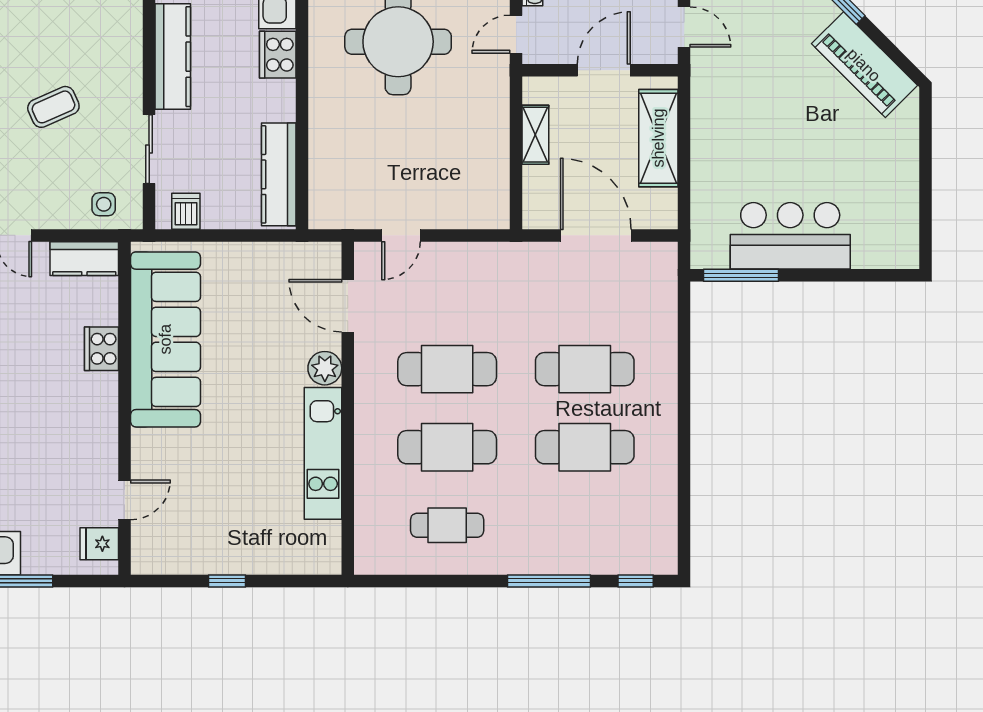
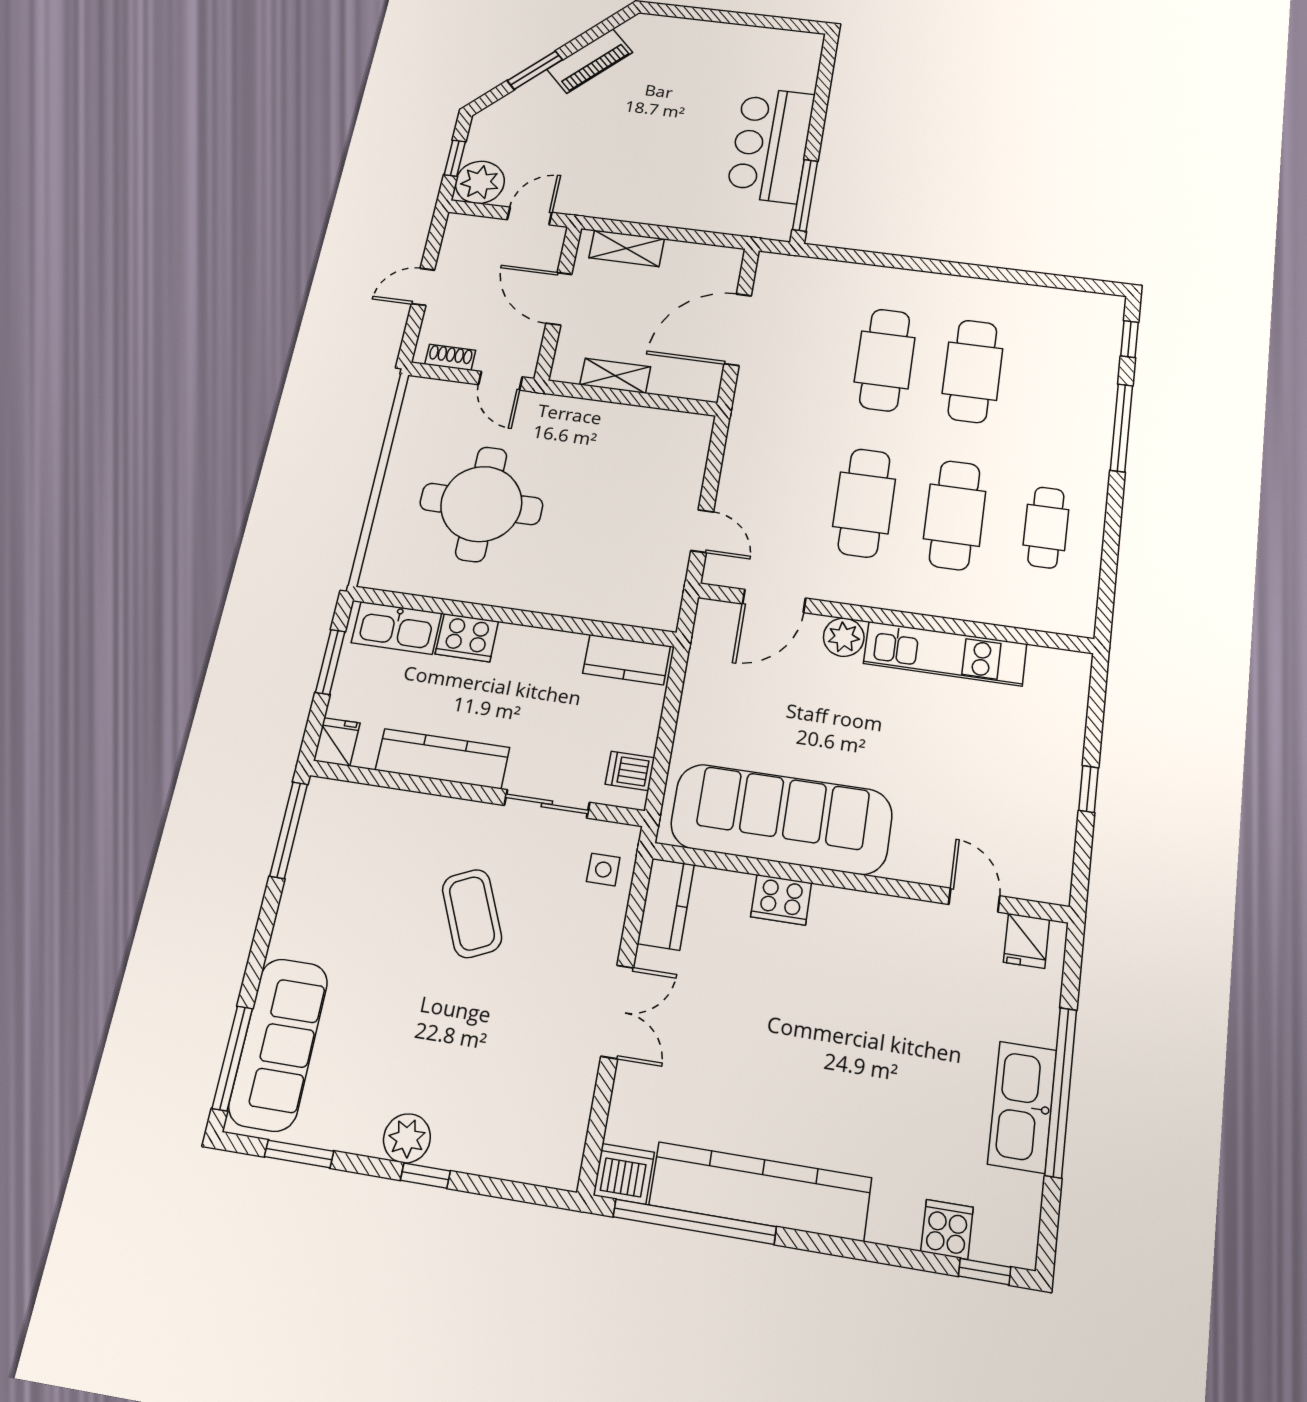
piano: (864, 65) -> (590, 61), width x0.73, depth x0.75
coffee table: (53, 107) -> (472, 913), width x1.36, depth x1.30
shelving: (658, 138) -> (627, 248), width x0.67, depth x0.75
kitchen counter: (279, 174) -> (627, 660), width x0.67

